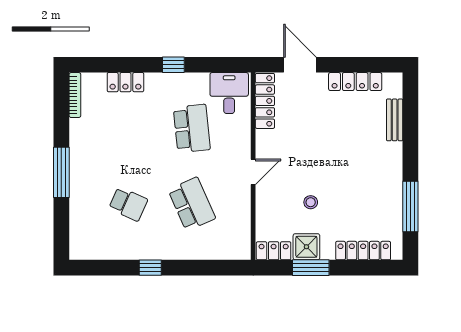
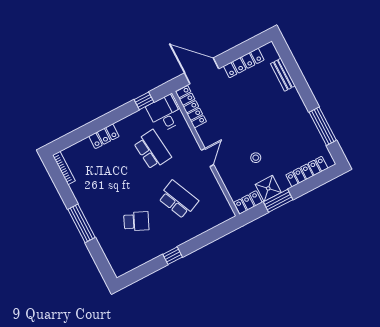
window: (173, 65) -> (144, 101), moved
door: (300, 65) -> (202, 71), width x1.36
locker: (125, 82) -> (104, 136), moved

